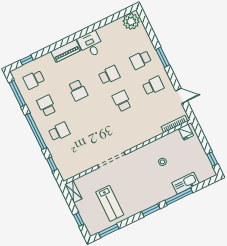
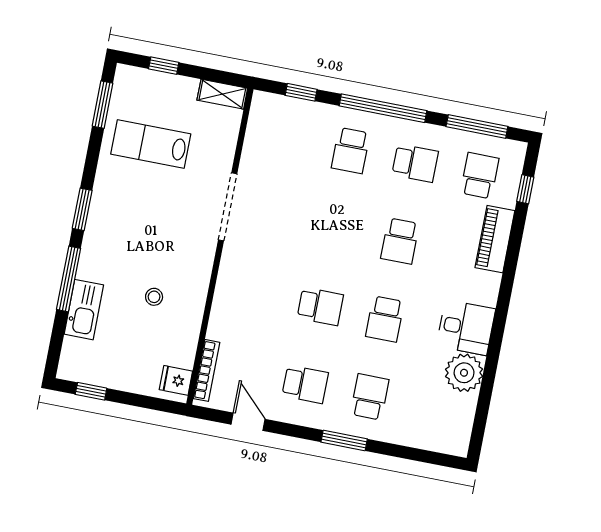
plant: (131, 21) -> (464, 373), moved
piano: (66, 51) -> (495, 239), moved
school desk: (153, 86) -> (305, 384), turned -90
school desk: (78, 90) -> (400, 241), turned -90
door: (181, 96) -> (248, 422), swing flipped

